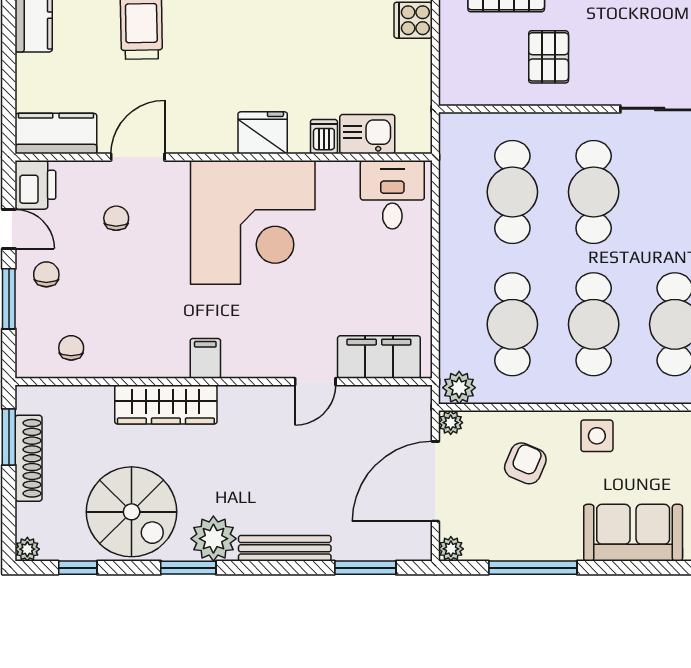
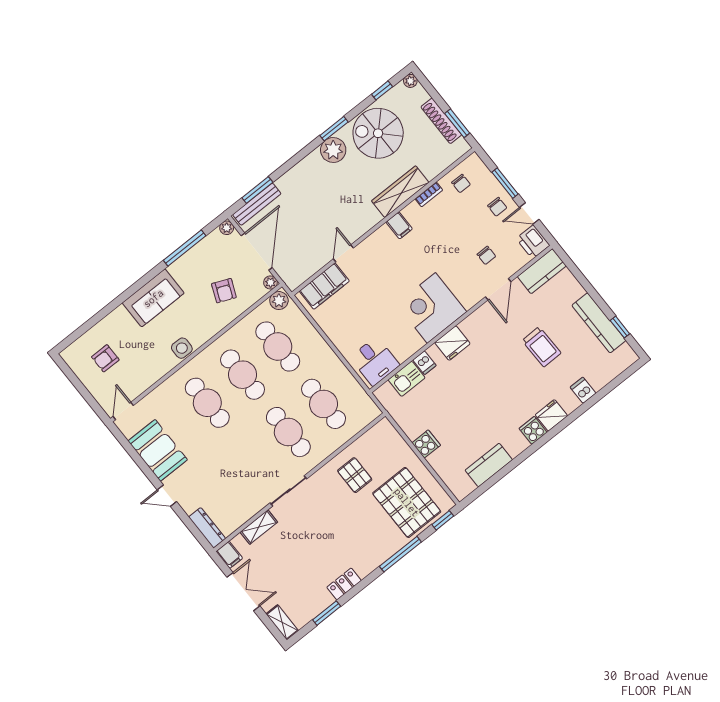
corner desk: (253, 222) -> (431, 308), width x0.74, depth x0.74
bookcase: (129, 369) -> (429, 194), added
side table: (597, 436) -> (182, 348), moved
bench: (285, 548) -> (257, 204), moved

